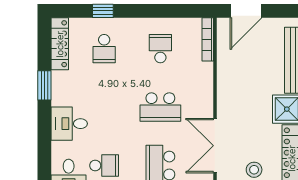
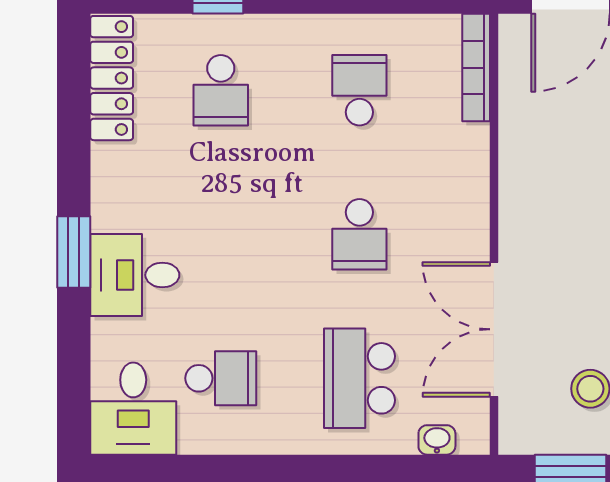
window: (44, 85) -> (74, 252), moved
school desk: (160, 107) -> (359, 234), width x0.54

